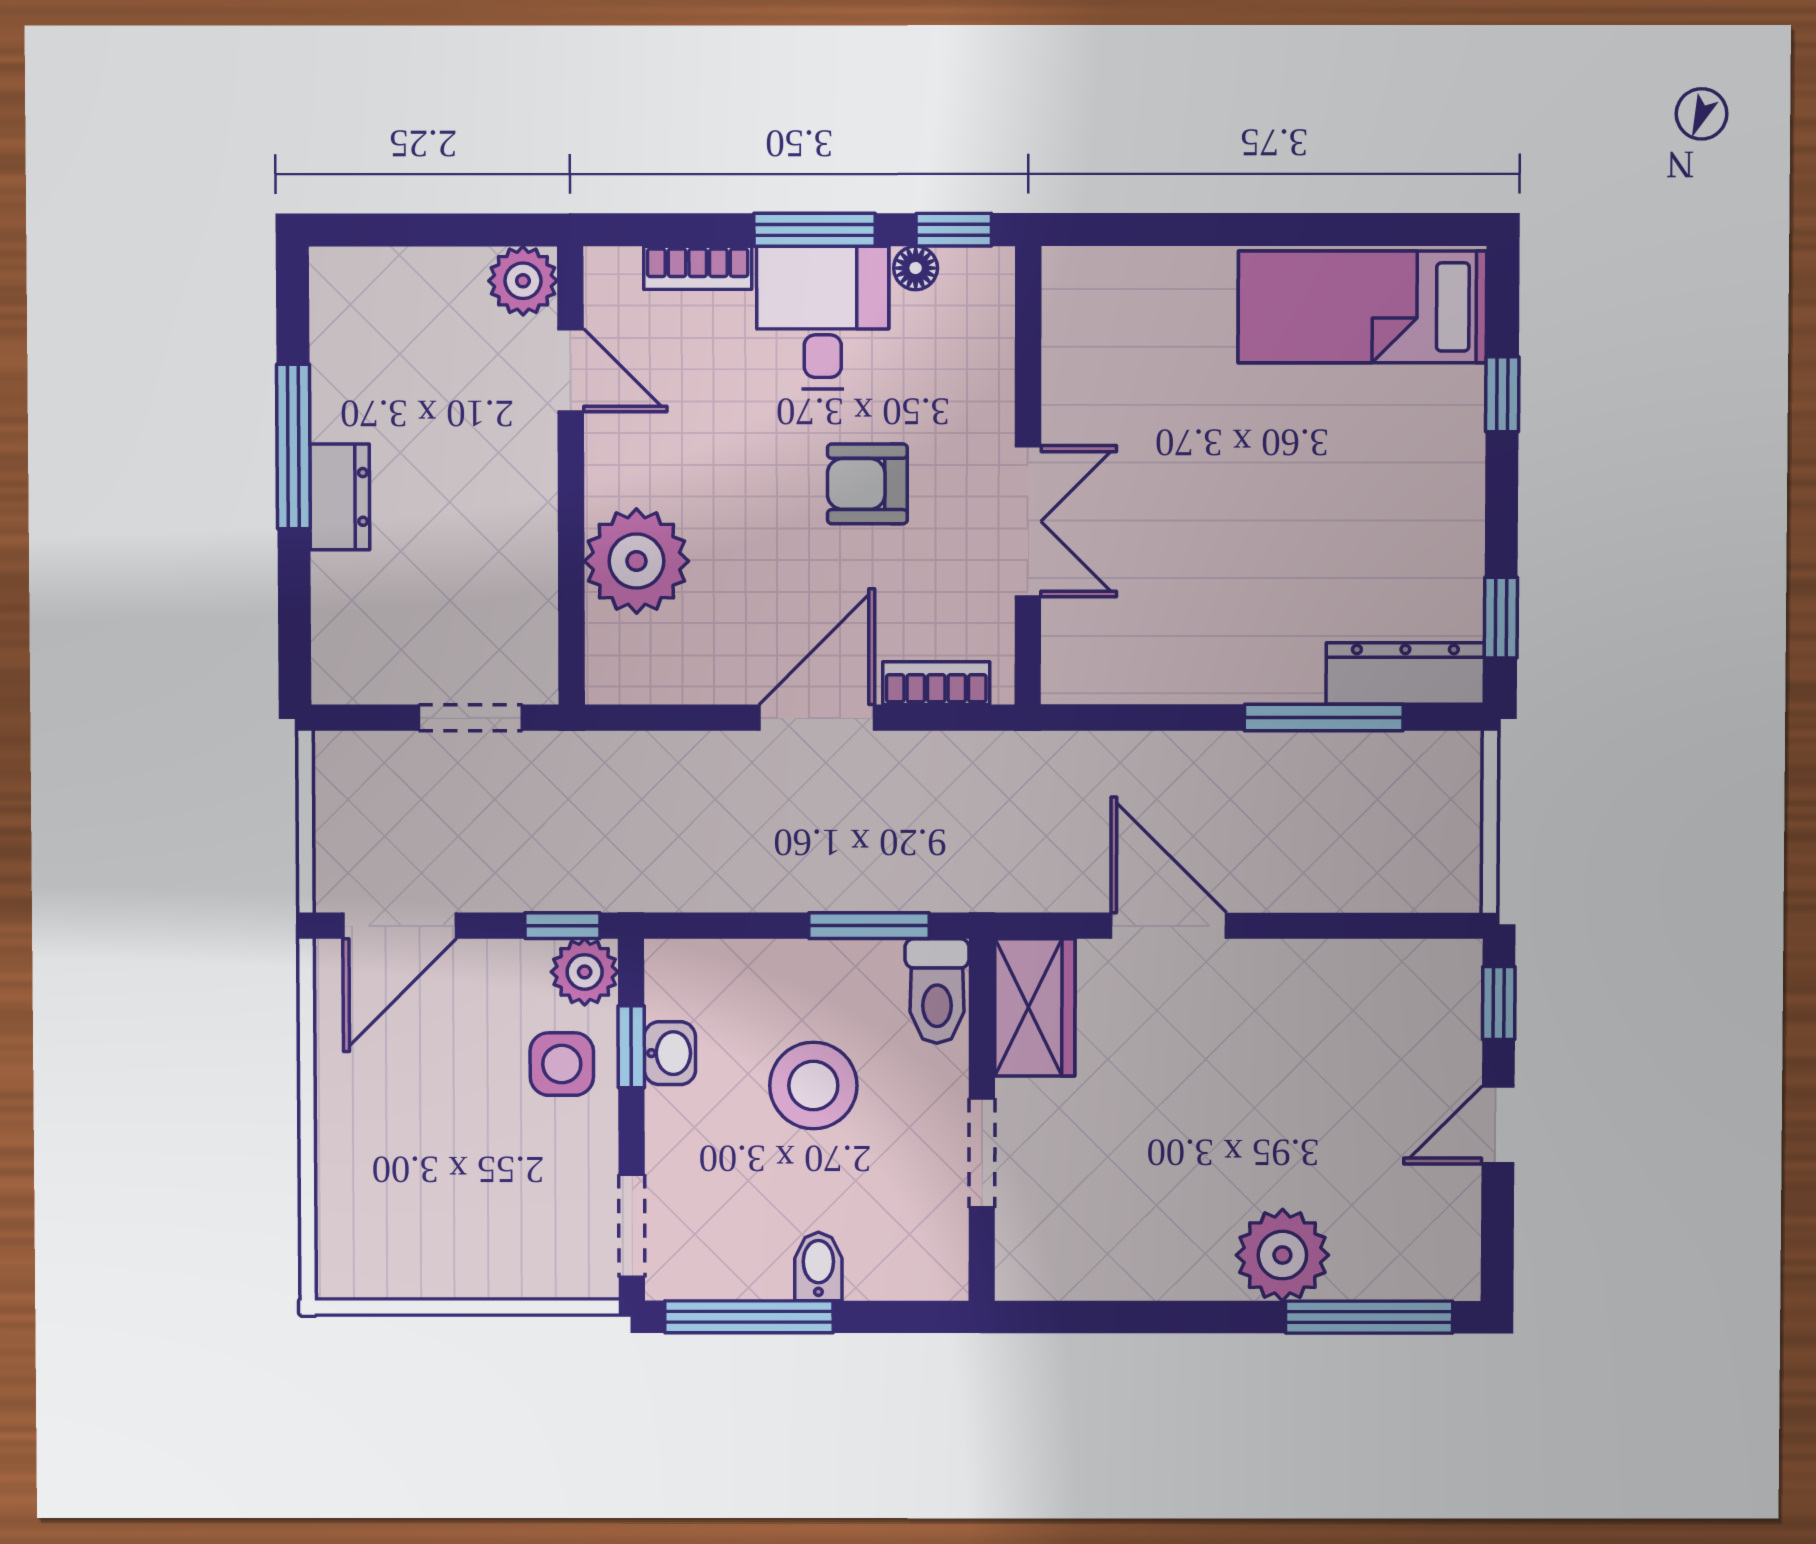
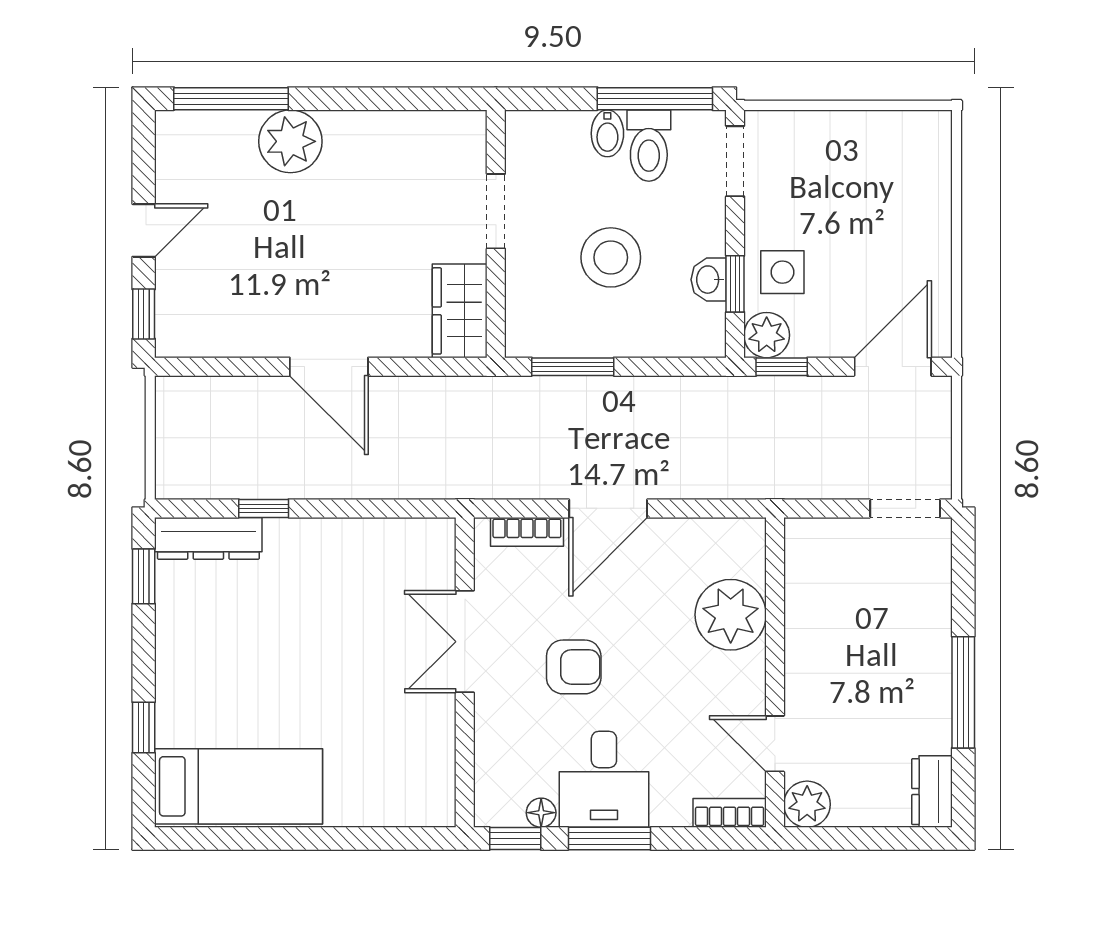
bookcase: (698, 268) -> (730, 813), moved
dresser: (340, 497) -> (932, 792), moved
doorway: (470, 718) -> (905, 508), moved
window: (1324, 718) -> (264, 508), width x0.46
door: (1169, 926) -> (329, 367), moved
toilet: (937, 991) -> (649, 146), moved, turned 180

